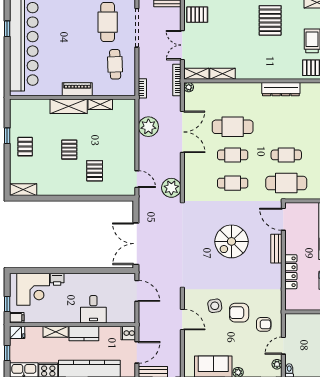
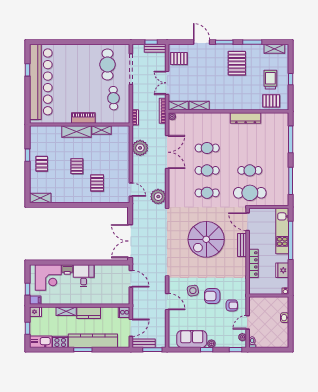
cafe table: (233, 127) -> (207, 148), width x0.73, depth x0.74
spiral stairs: (231, 241) -> (206, 239), width x1.37, depth x1.37
desk: (93, 309) -> (84, 276), moved, turned 180

